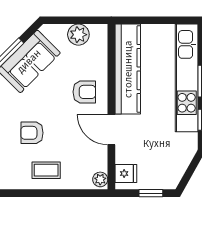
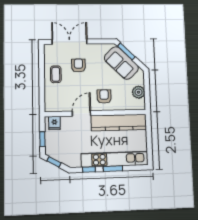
armchair: (84, 92) -> (104, 96), turned 180
window: (188, 175) -> (54, 162), added
plant: (100, 179) -> (51, 107), removed

